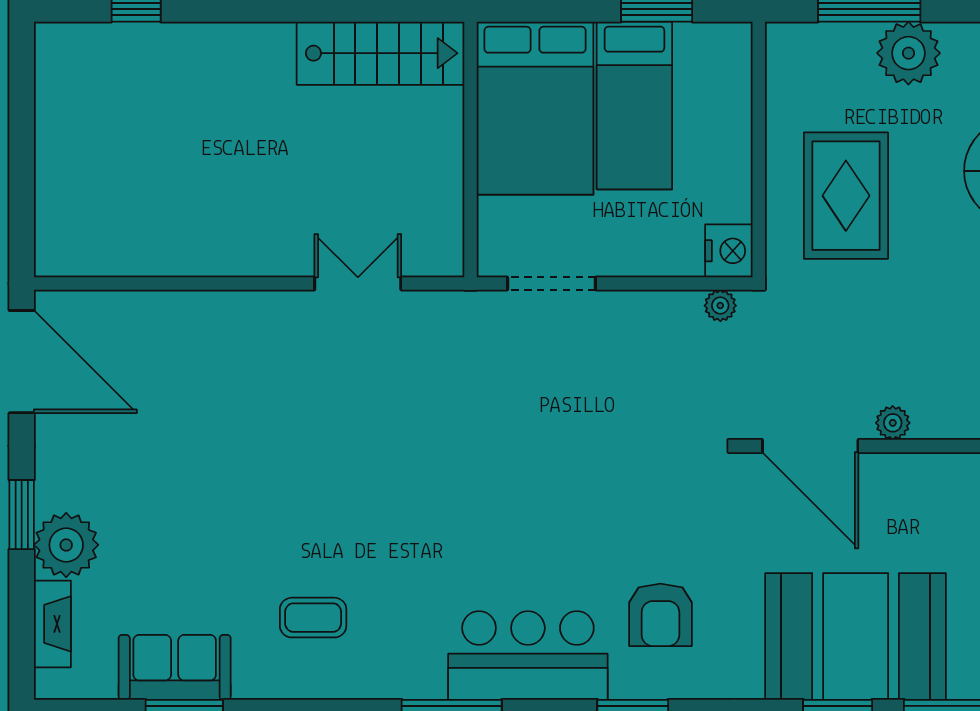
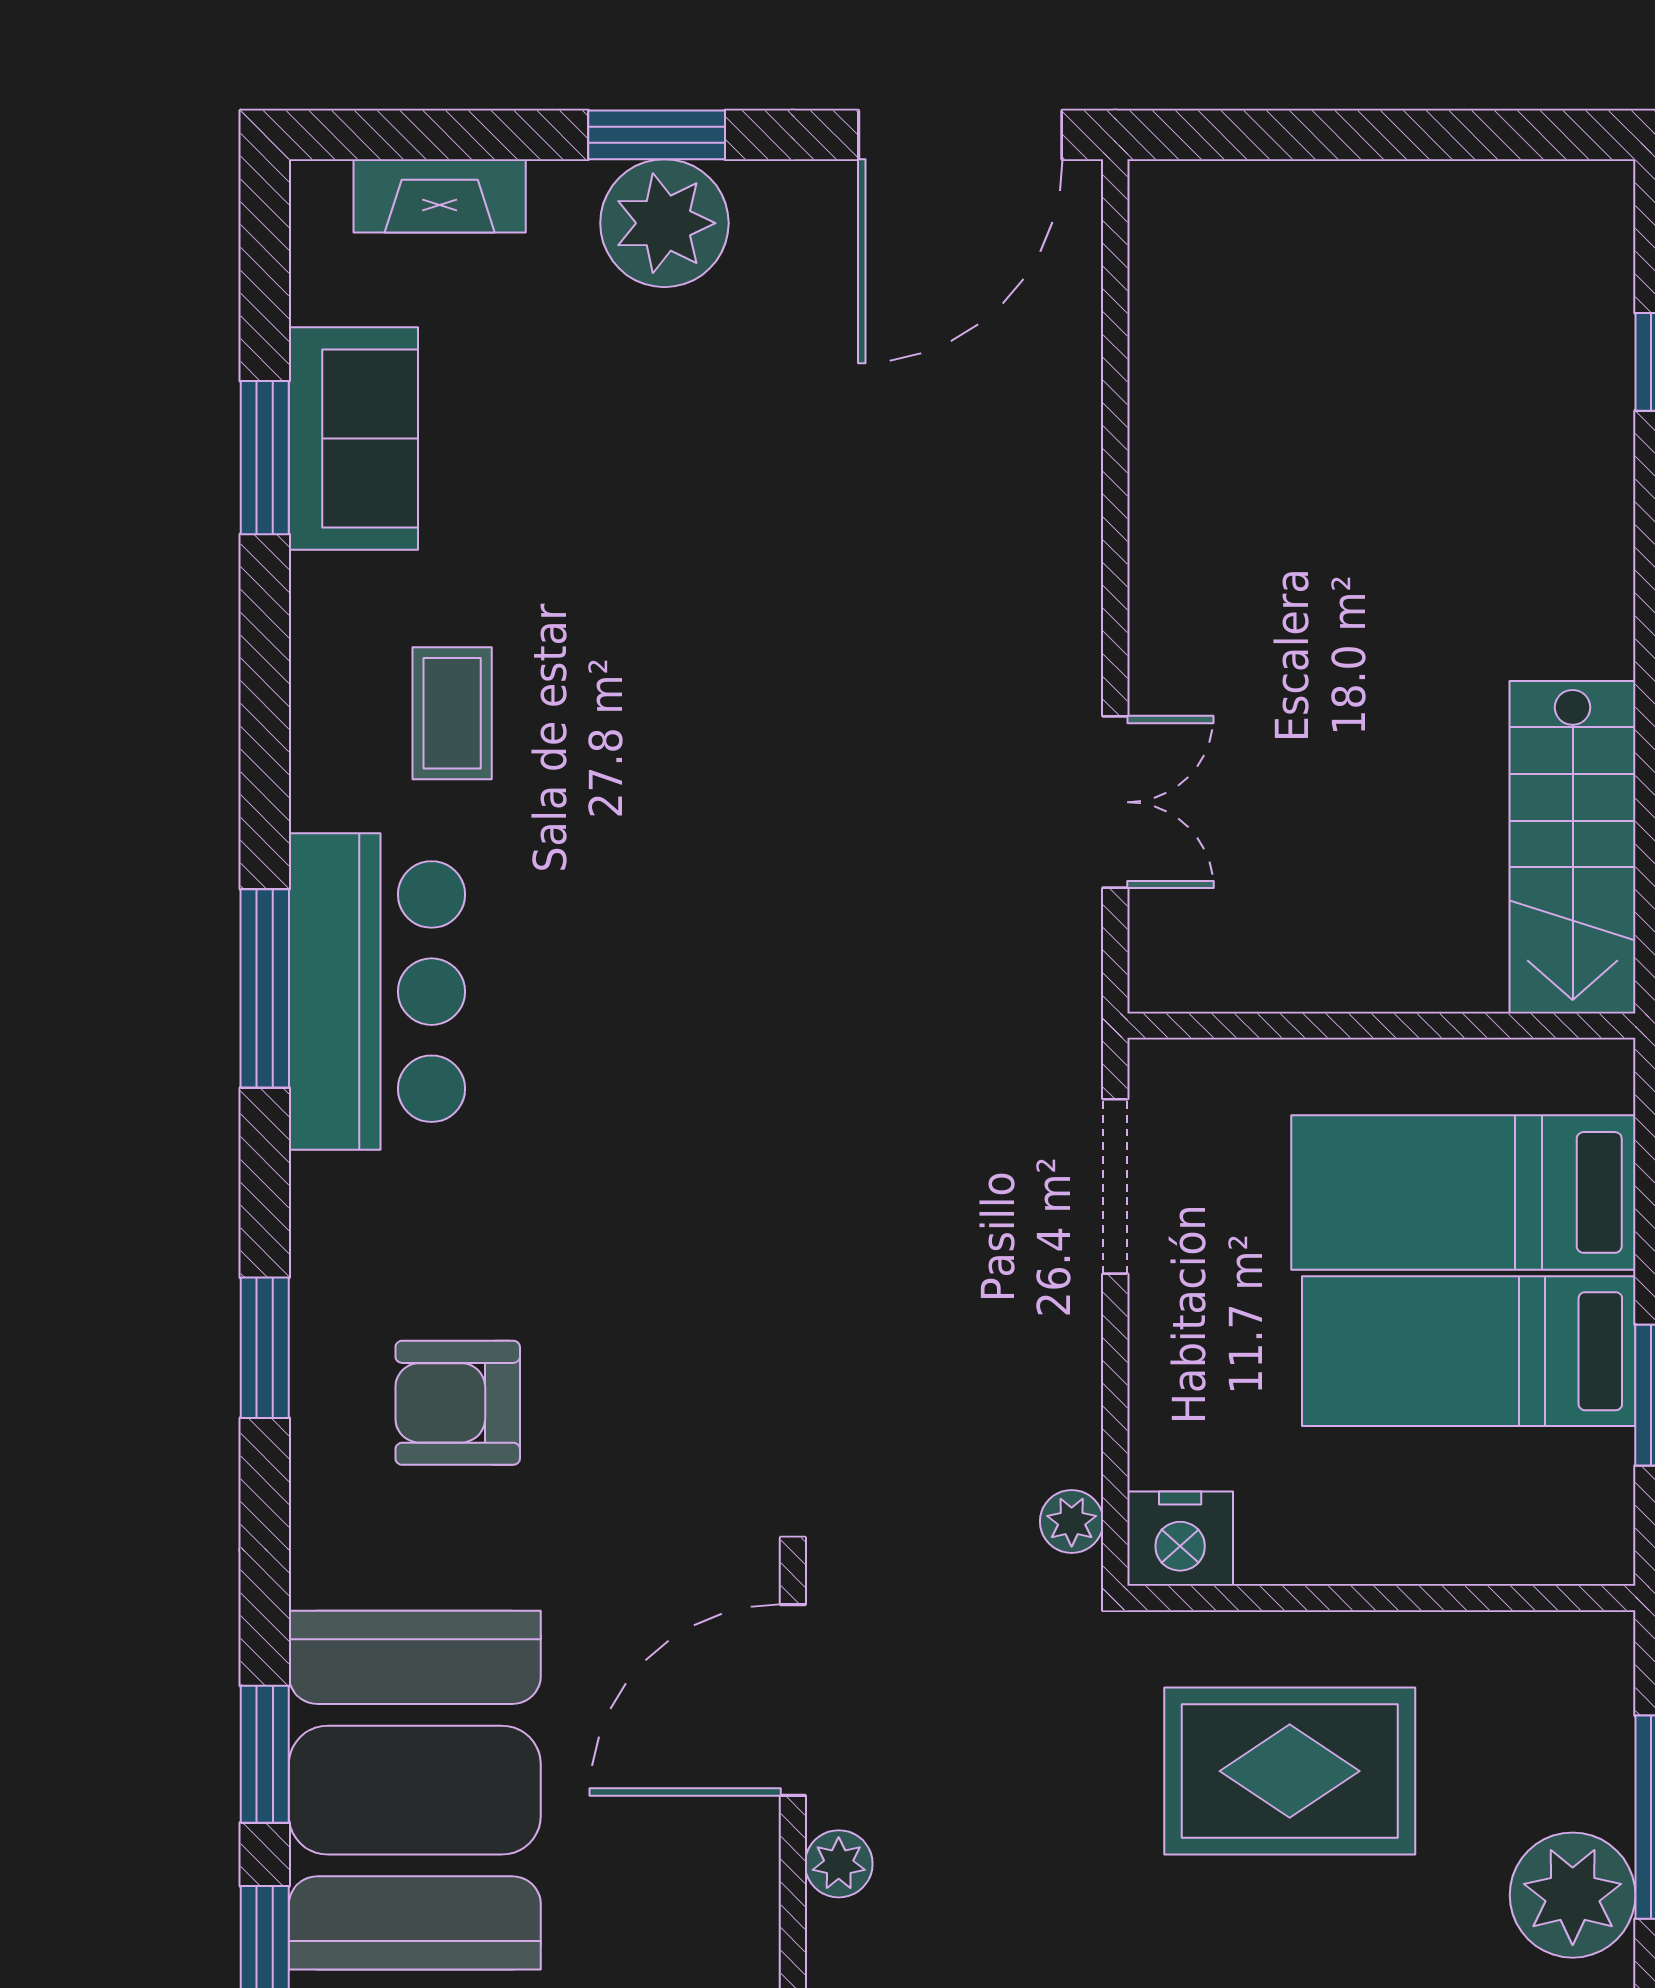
bed: (535, 108) -> (1463, 1192), width x0.67
plant: (66, 545) -> (664, 223), moved
bar counter: (528, 655) -> (377, 992), moved

